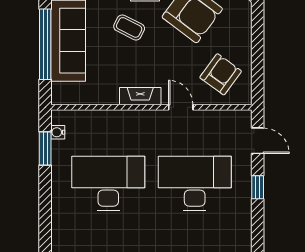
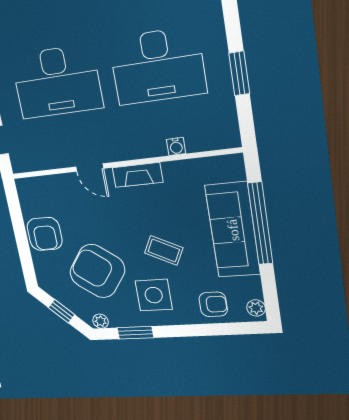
armchair: (221, 74) -> (45, 234), moved, turned -36
water cooler: (58, 132) -> (176, 146), moved, turned 90
window: (45, 148) -> (239, 73), moved

